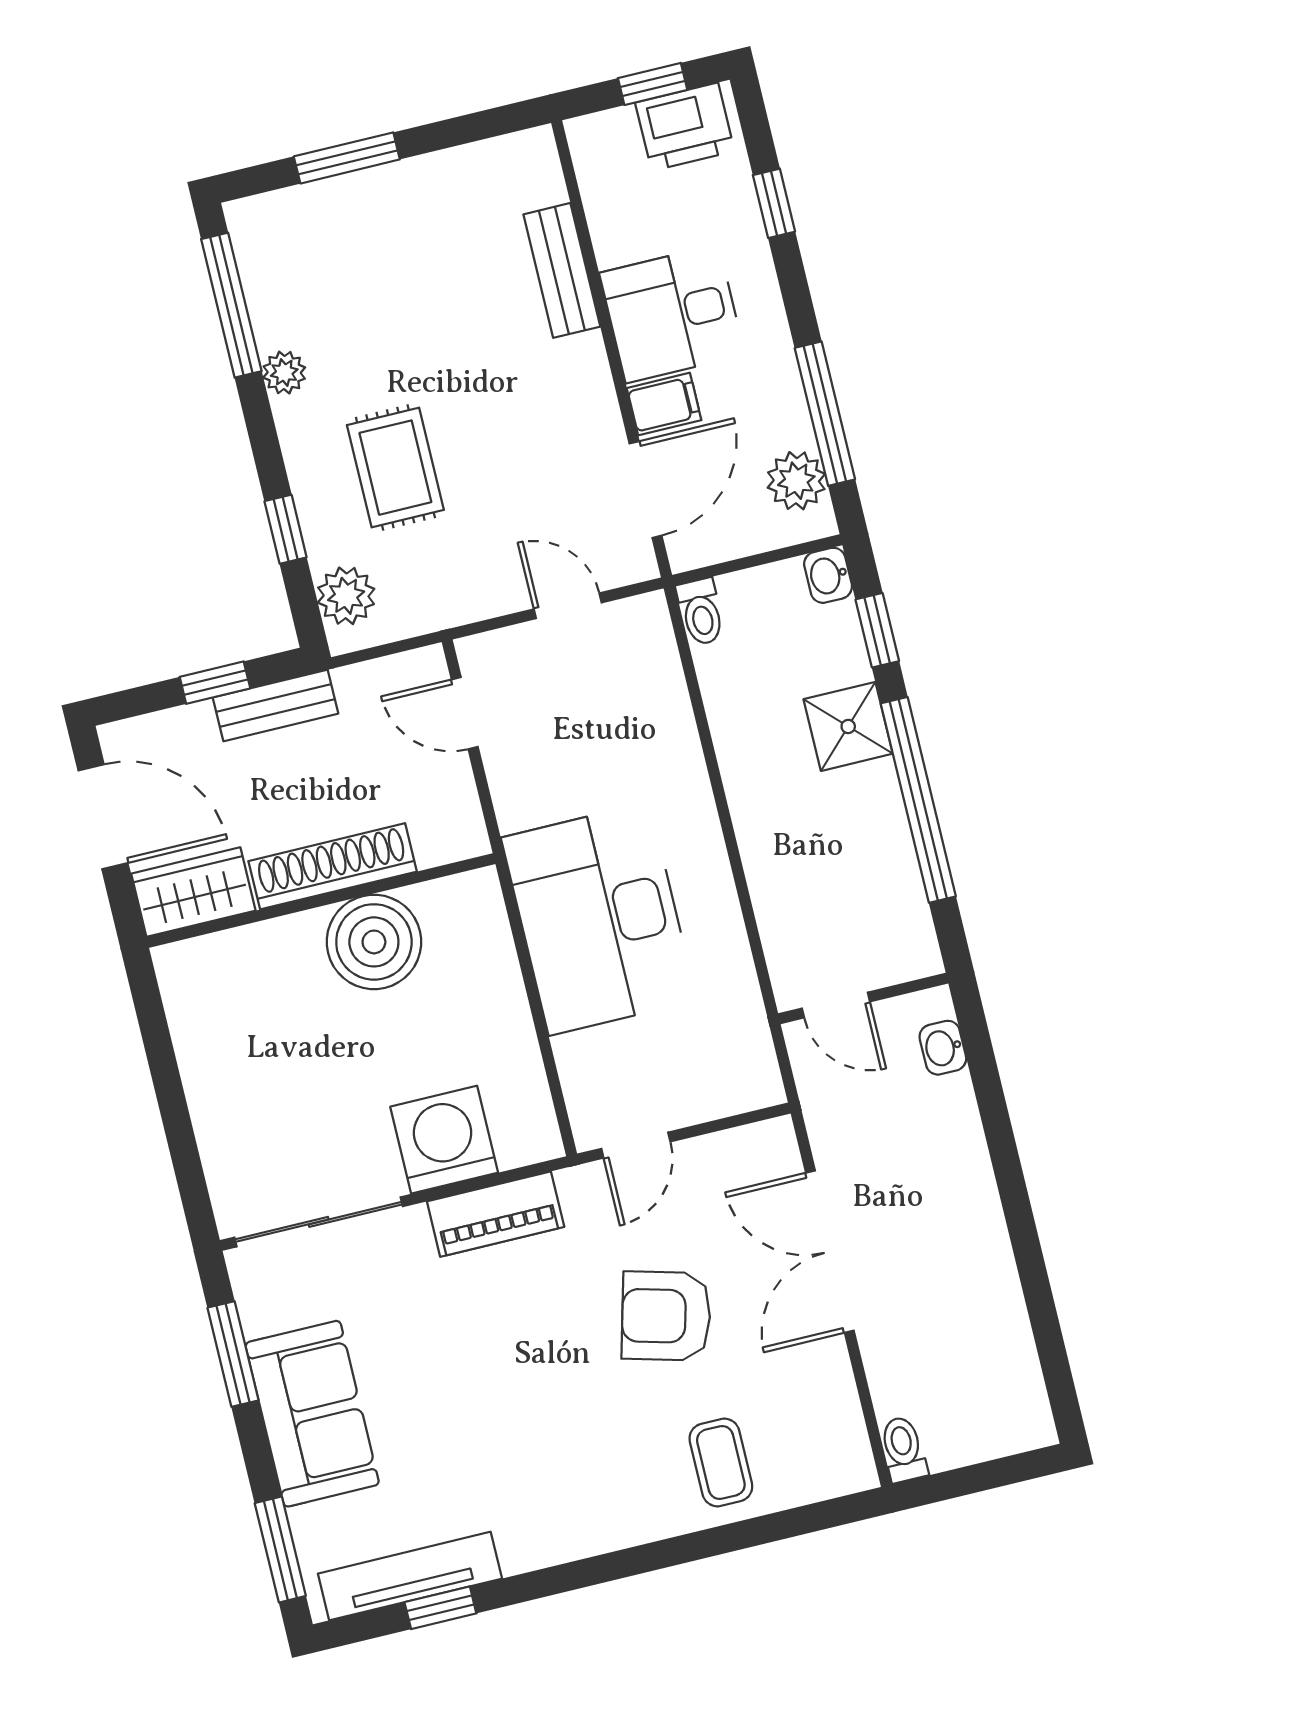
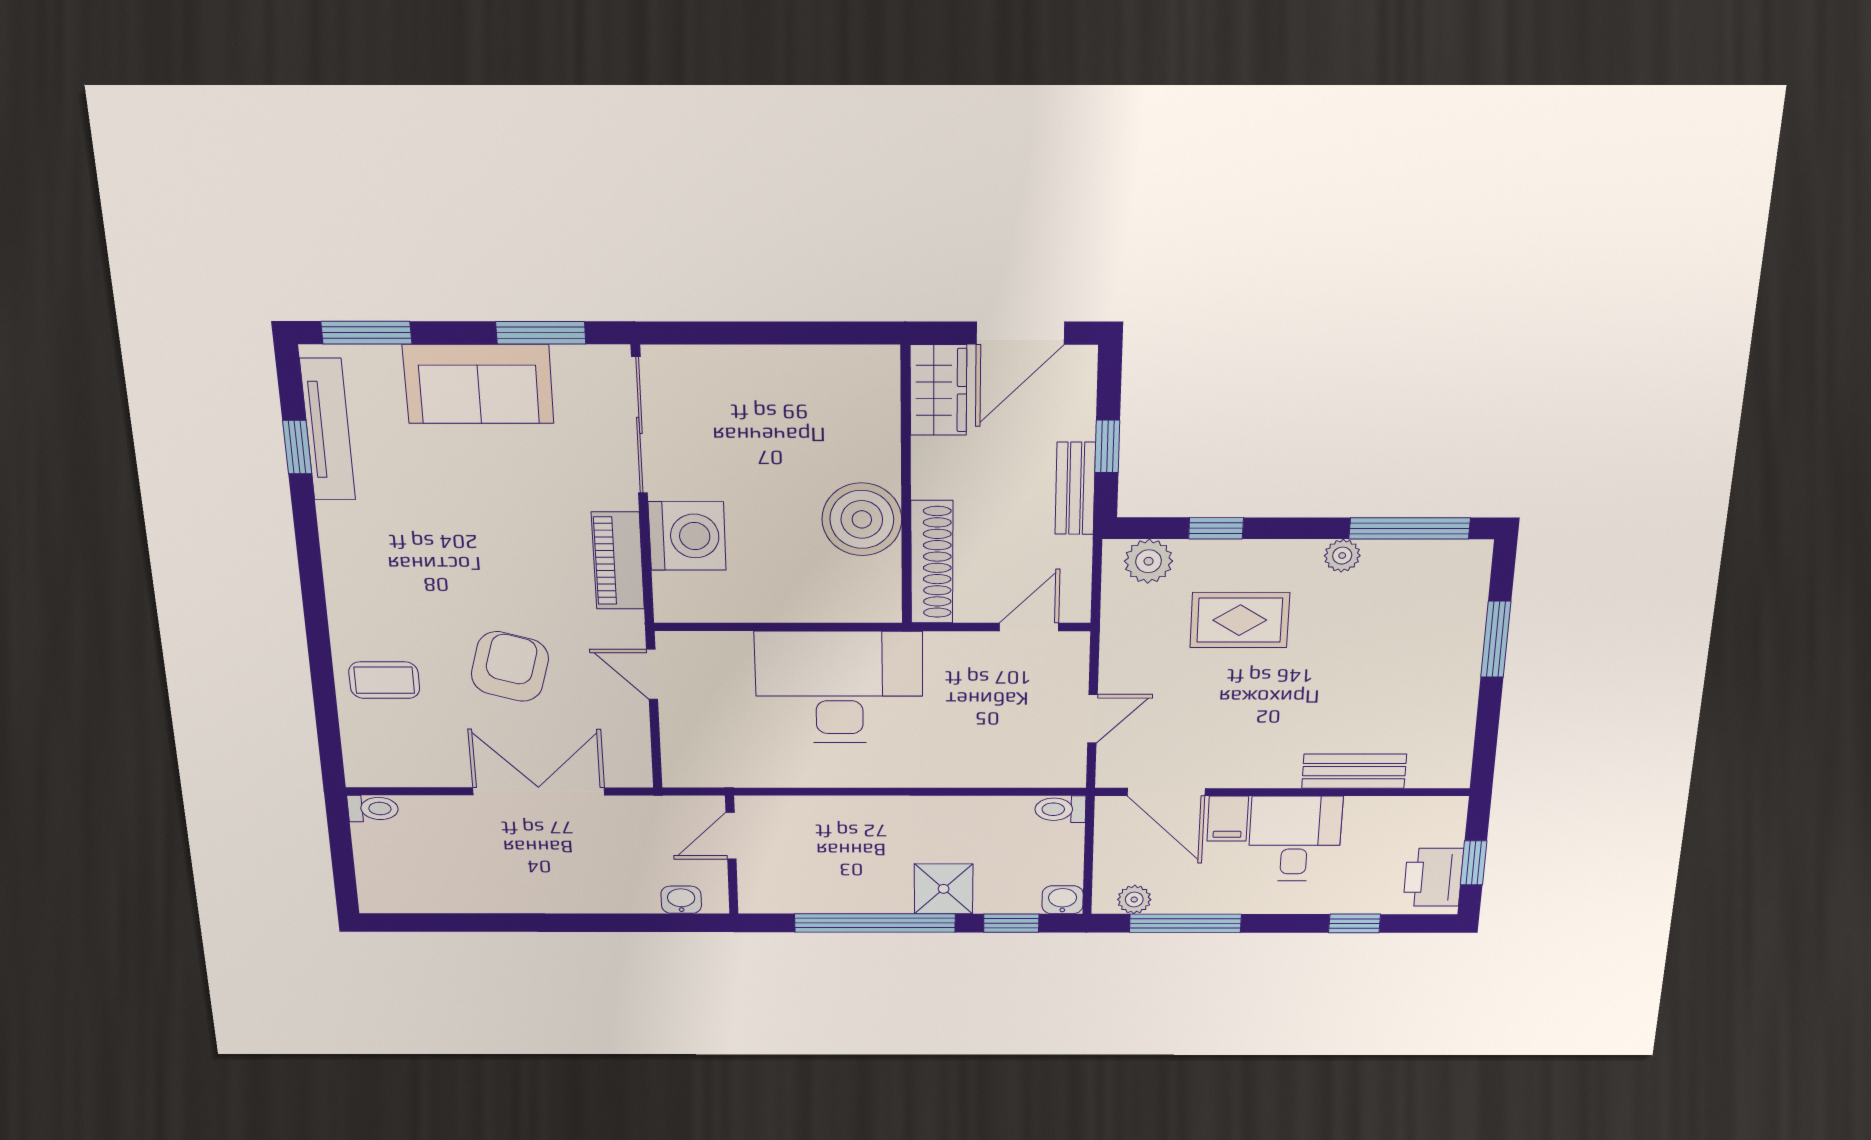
plant: (796, 481) -> (1134, 899), width x0.73, depth x0.73
shoe rack: (333, 866) -> (932, 562), moved

